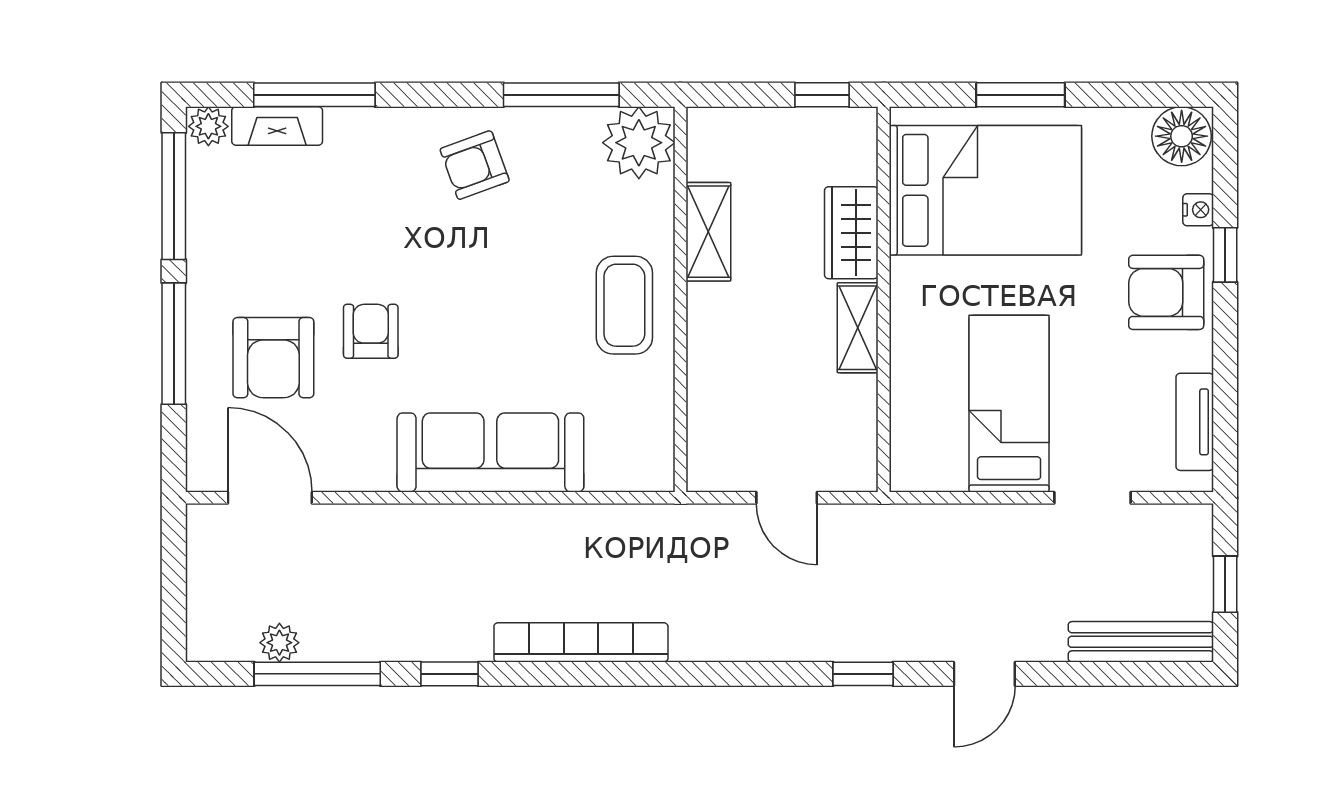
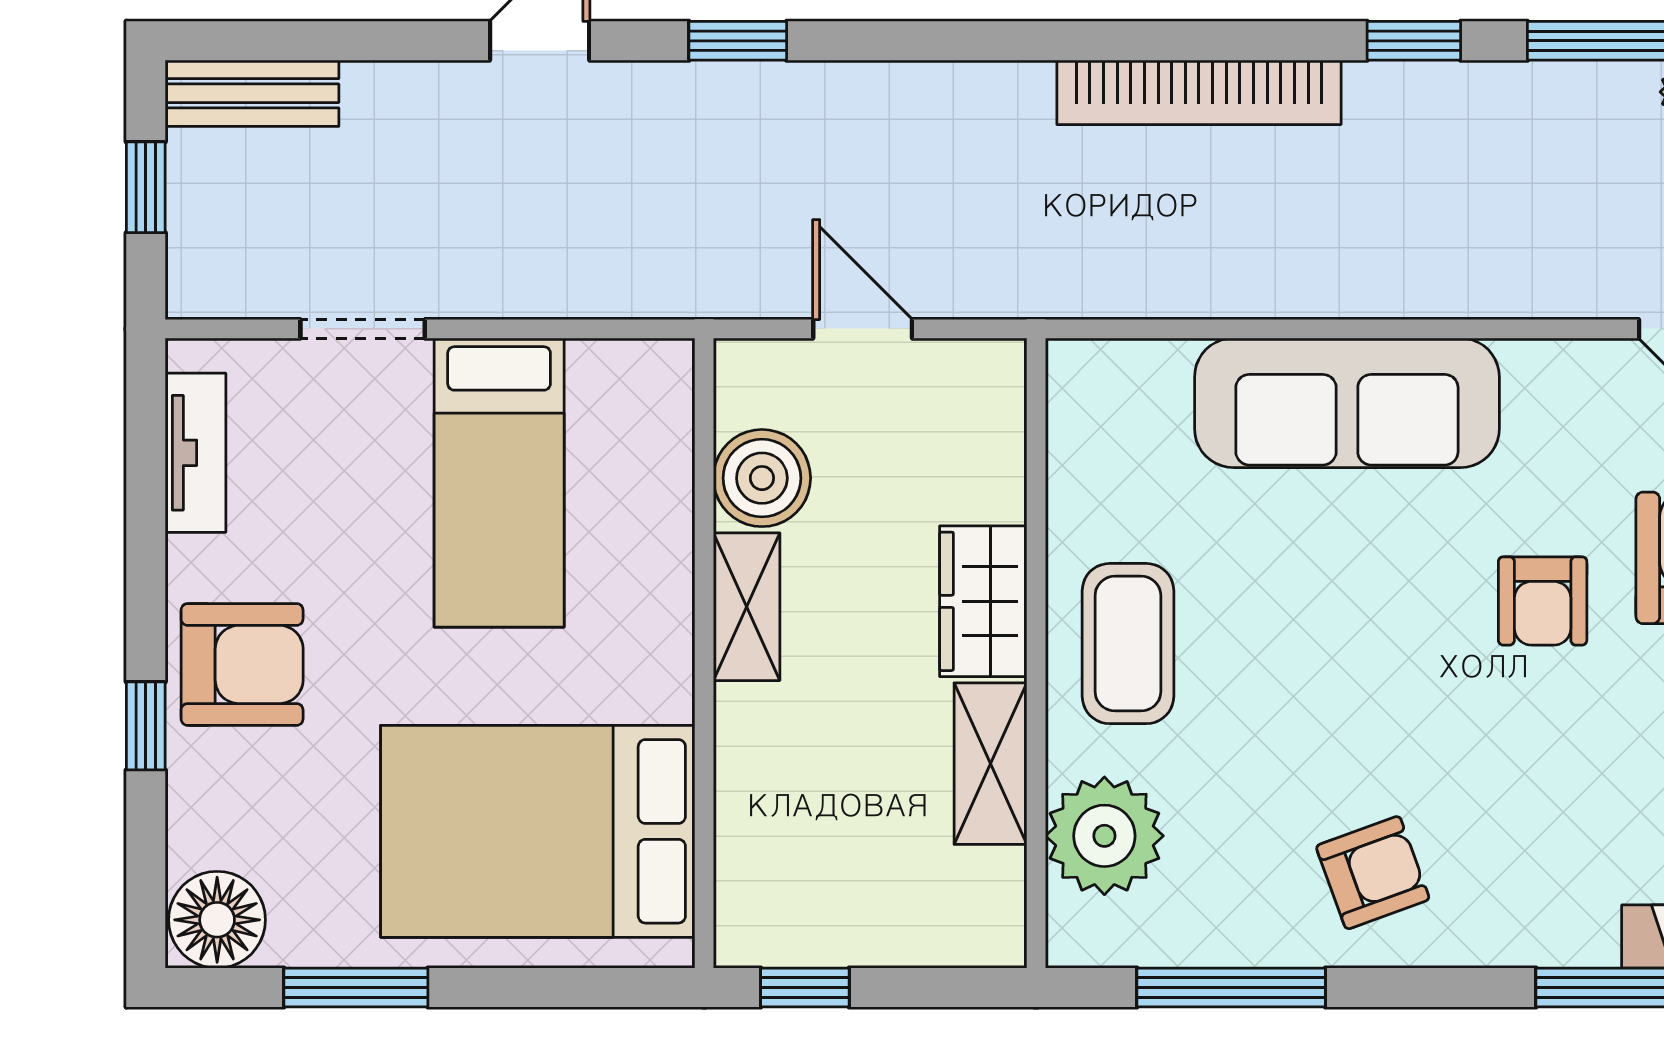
window: (1020, 95) -> (356, 988), moved
plant: (639, 143) -> (1104, 836), moved
nightstand: (1198, 210) -> (190, 800), removed
wardrobe: (851, 233) -> (983, 601), moved, turned 180
boiler: (848, 406) -> (762, 478), added
bench: (1141, 642) -> (252, 93), width x0.73

